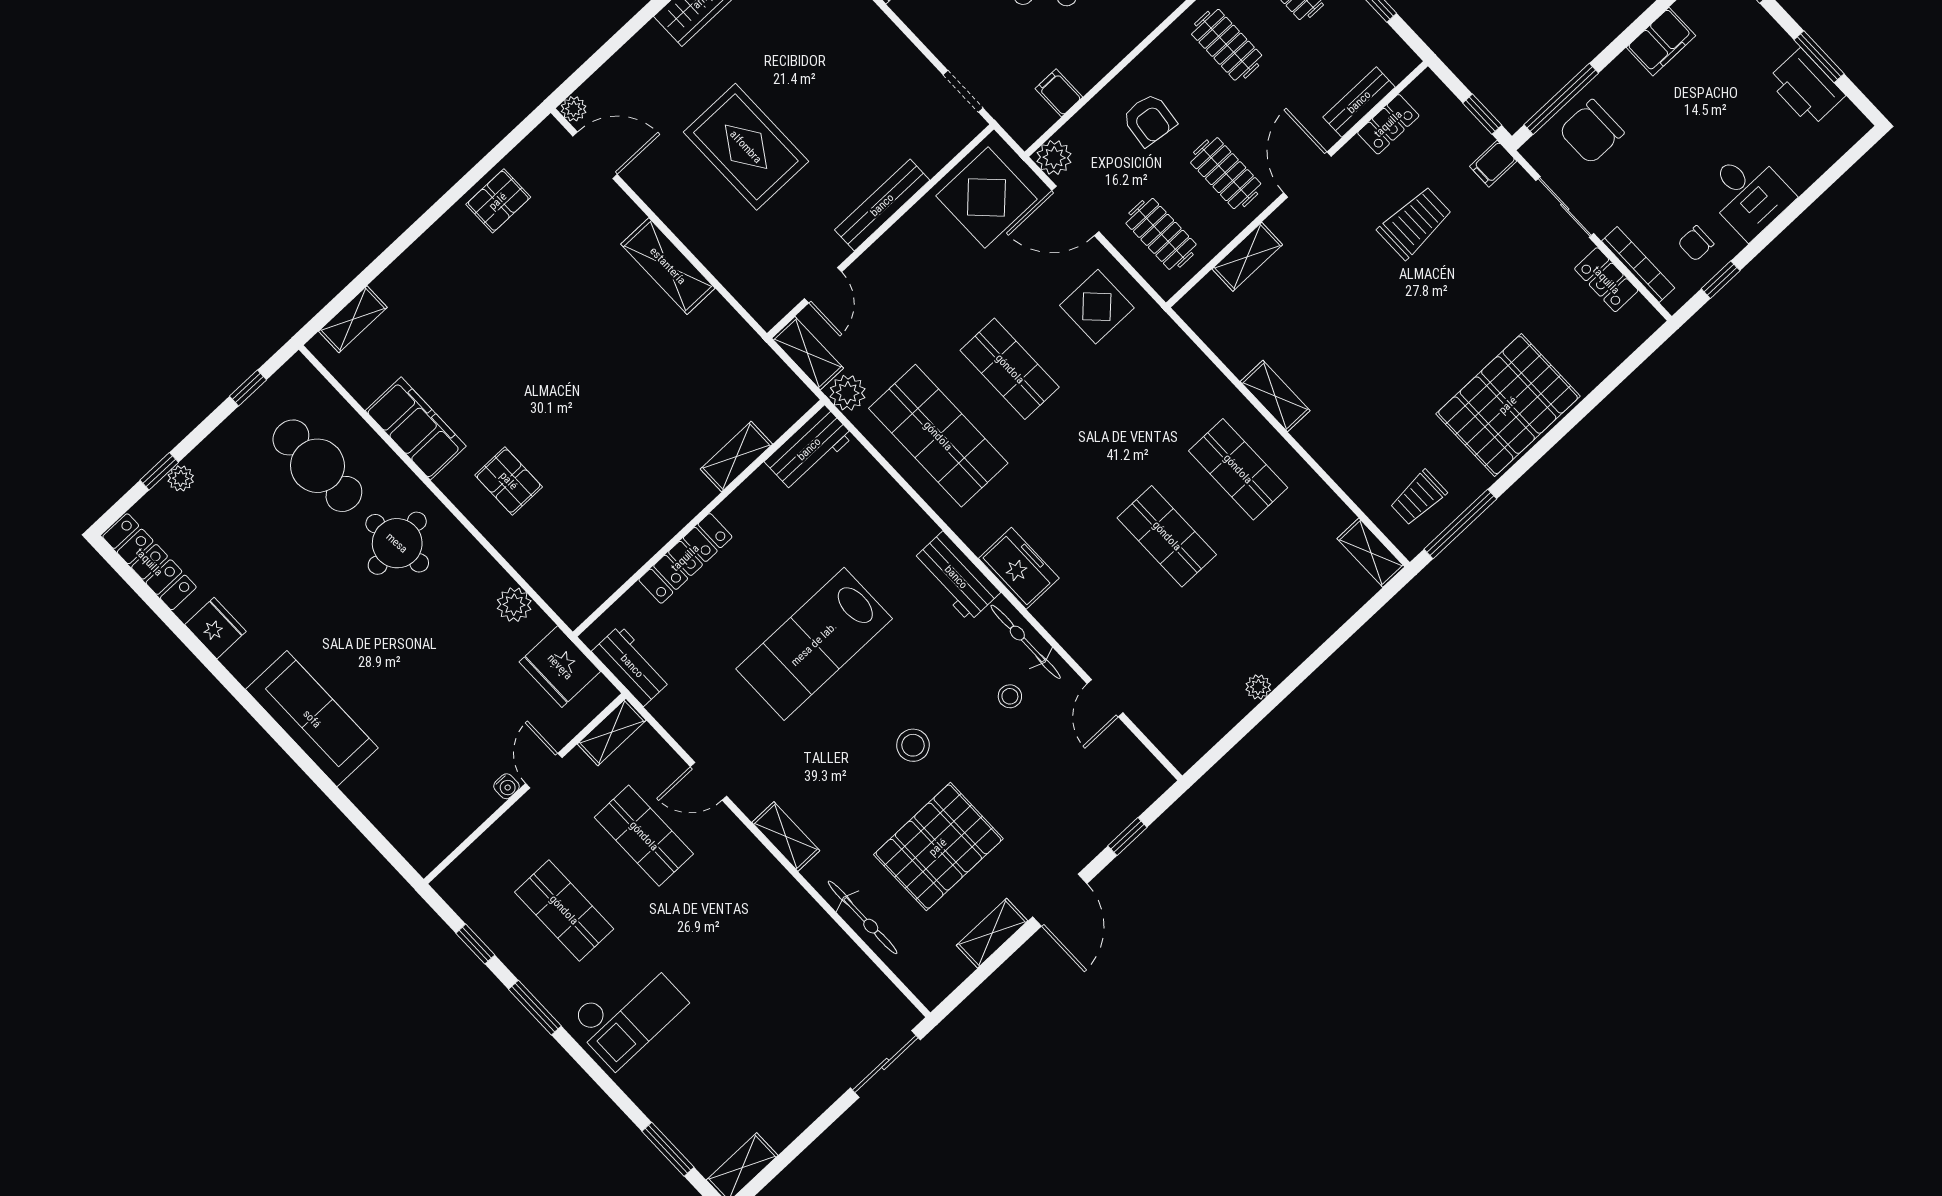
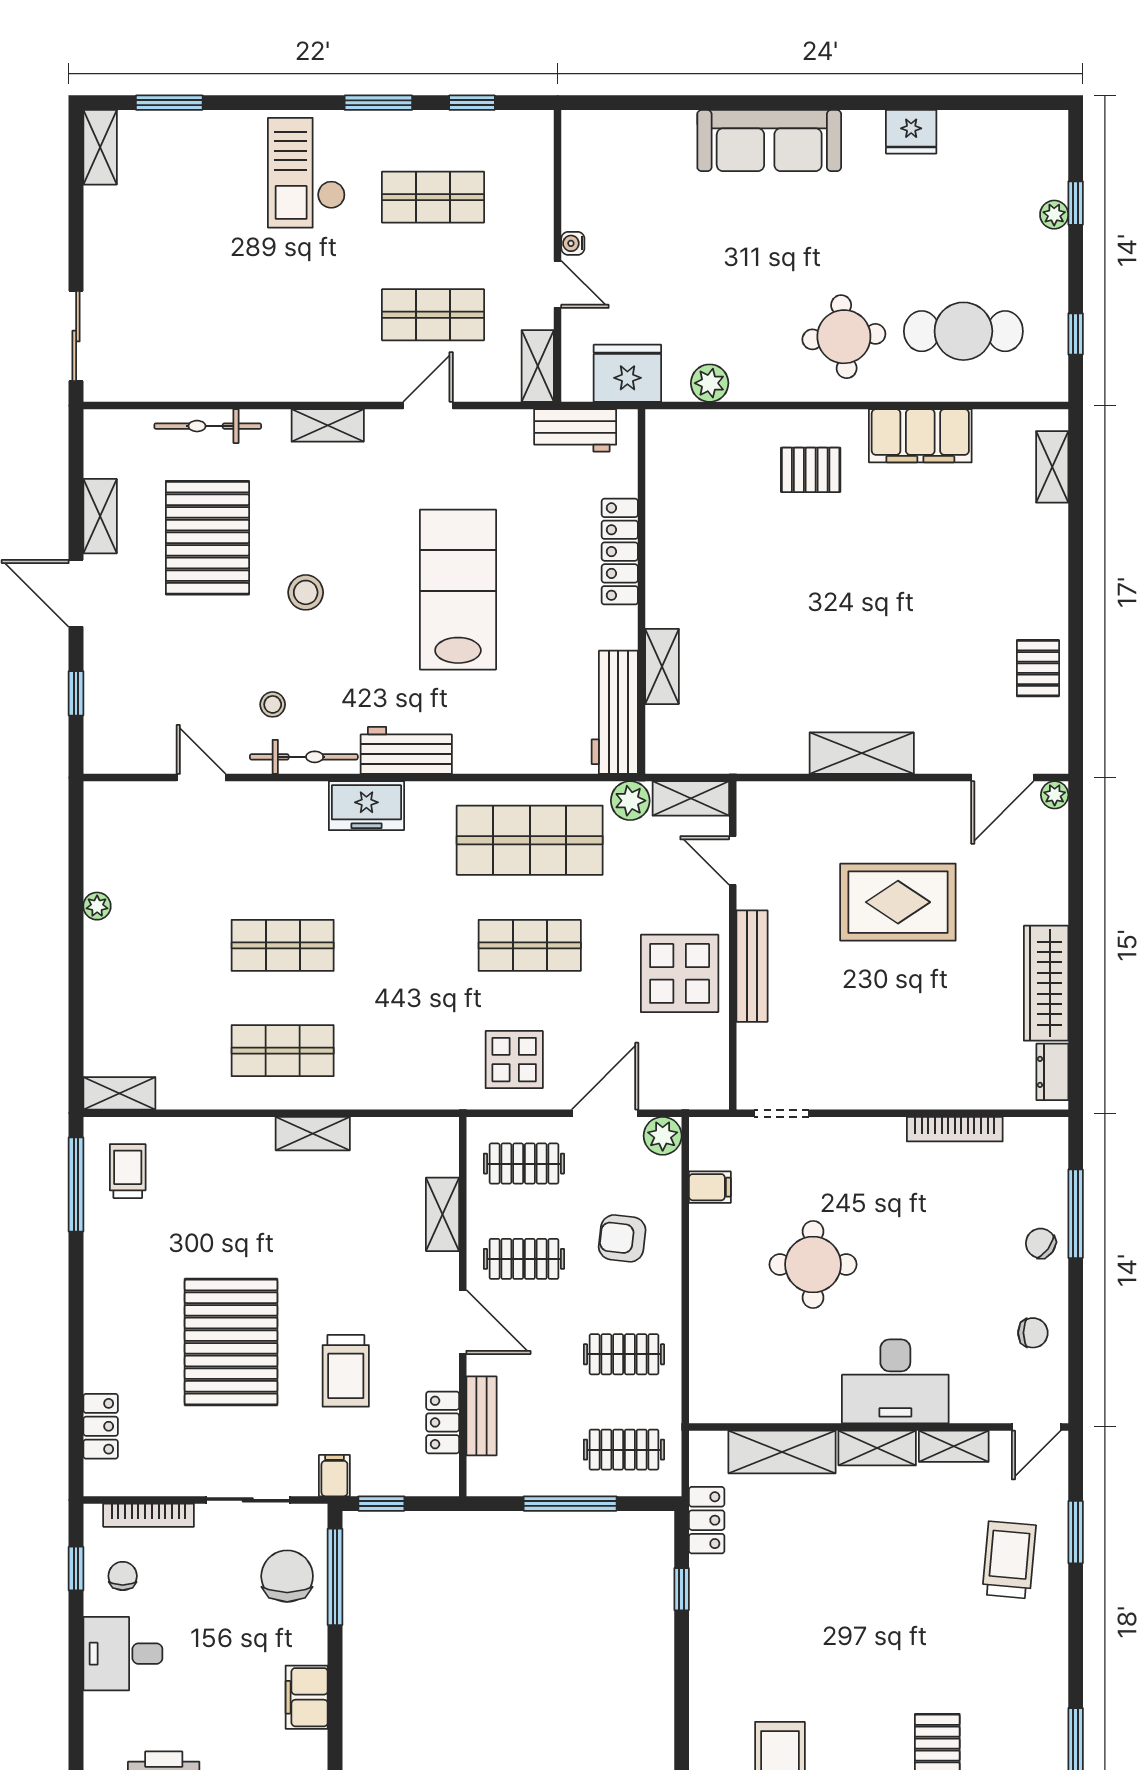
display table: (986, 197) -> (680, 973), moved
locker: (1606, 280) -> (101, 1426), moved, turned 90
pallet: (1508, 405) -> (231, 1342), moved
workbench: (809, 449) -> (615, 712), width x1.38
locker: (149, 562) -> (1012, 129), removed

